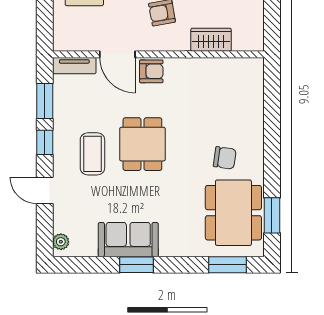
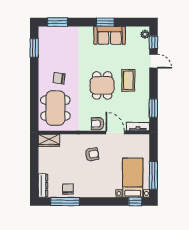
wardrobe: (211, 40) -> (49, 140), moved
window: (45, 142) -> (153, 42), moved
dining table: (233, 213) -> (55, 108), moved

